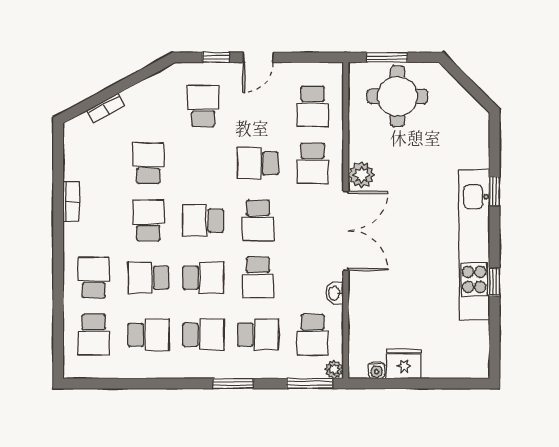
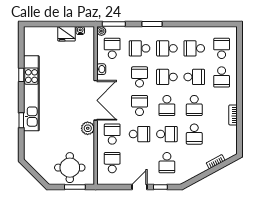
school desk: (203, 163) -> (167, 134), added
school desk: (203, 220) -> (167, 105), turned 90
double door: (346, 231) -> (96, 100), swing flipped

